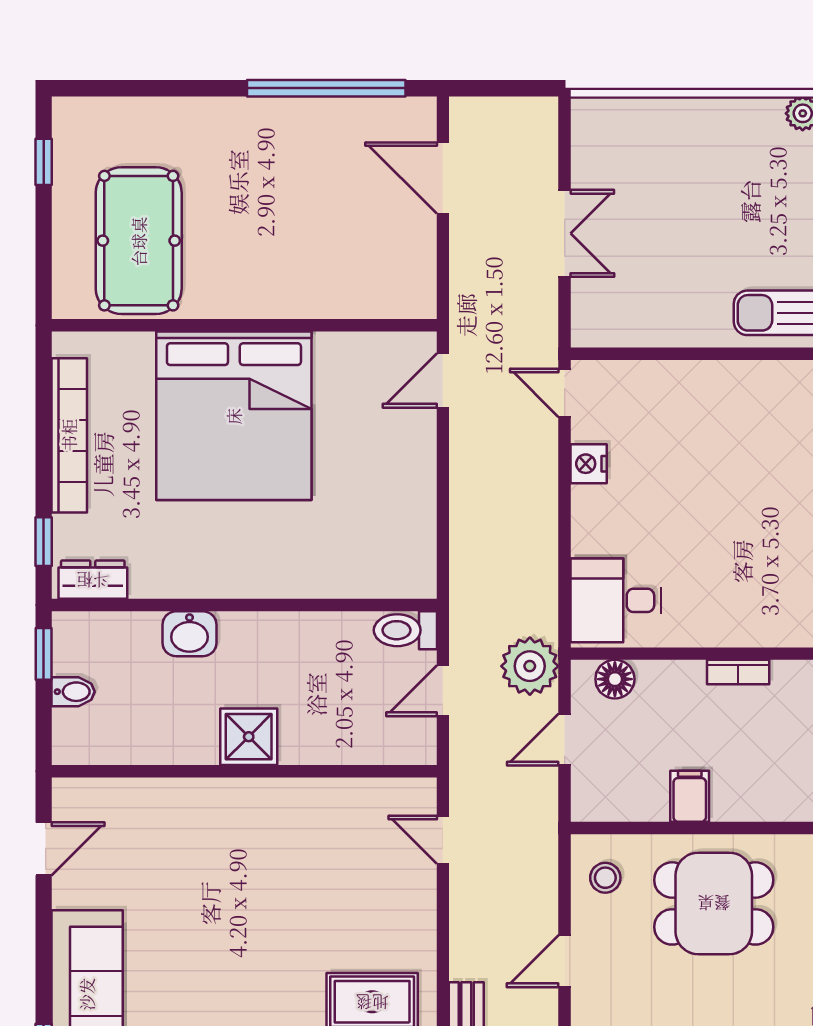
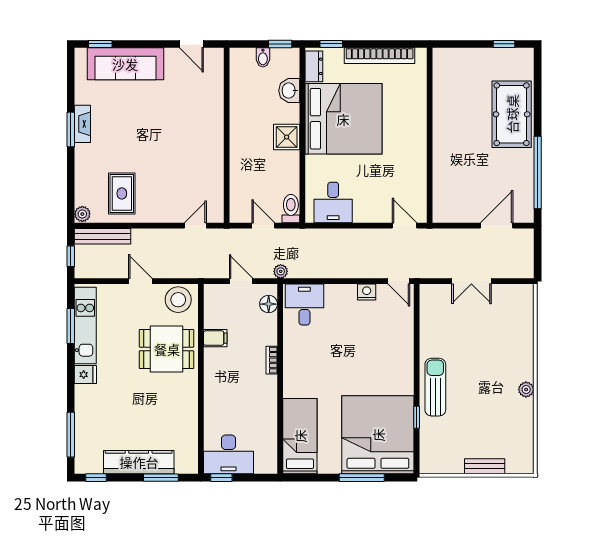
pool table: (139, 241) -> (512, 114), moved, turned 90
door: (565, 393) -> (399, 281), swing flipped
bed: (234, 416) -> (343, 119), moved, turned 180
desk: (392, 537) -> (333, 202), added
washbasin: (189, 634) -> (289, 91), moved
plant: (530, 666) -> (281, 271), width x0.53, depth x0.53
shower: (249, 737) -> (287, 137), moved
stool: (605, 878) -> (178, 300), width x1.89, depth x1.89
dining table: (714, 903) -> (167, 349), turned 90

